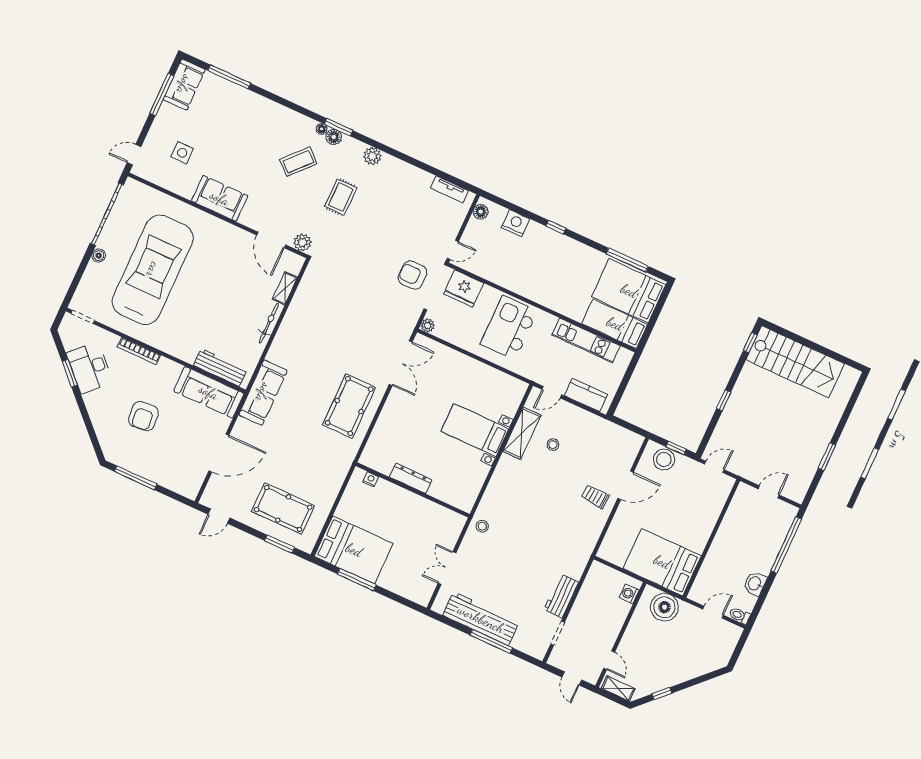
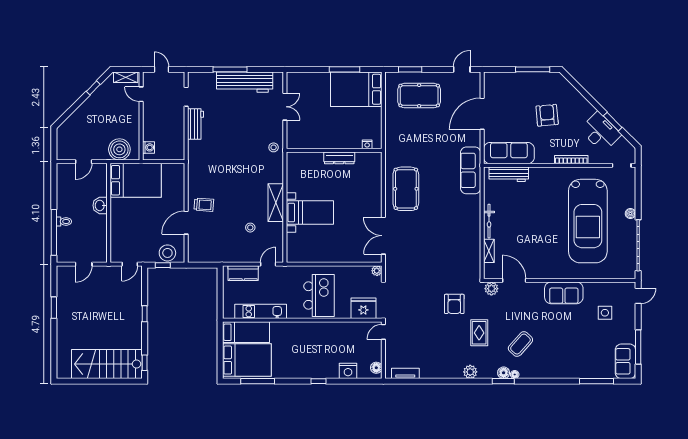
armchair: (413, 275) -> (454, 304), moved, turned 90
shelving: (522, 433) -> (276, 203), moved
washbasin: (755, 584) -> (100, 205), moved, turned 180
toilet: (740, 616) -> (64, 221), moved

